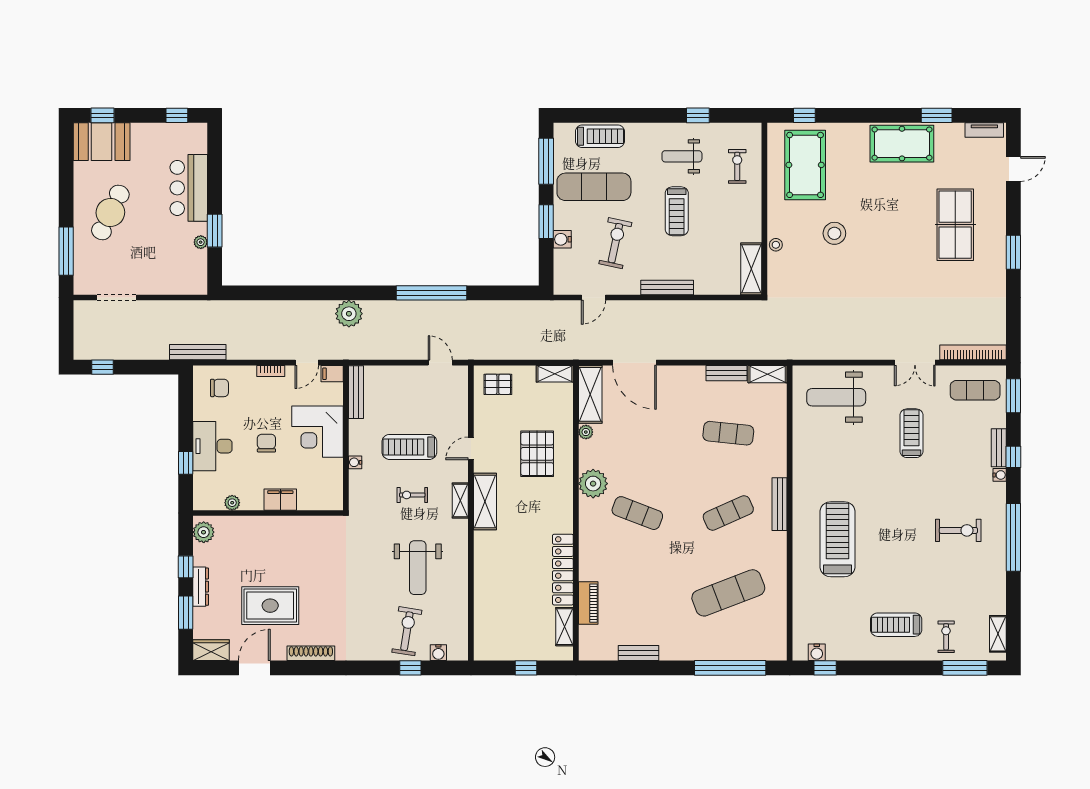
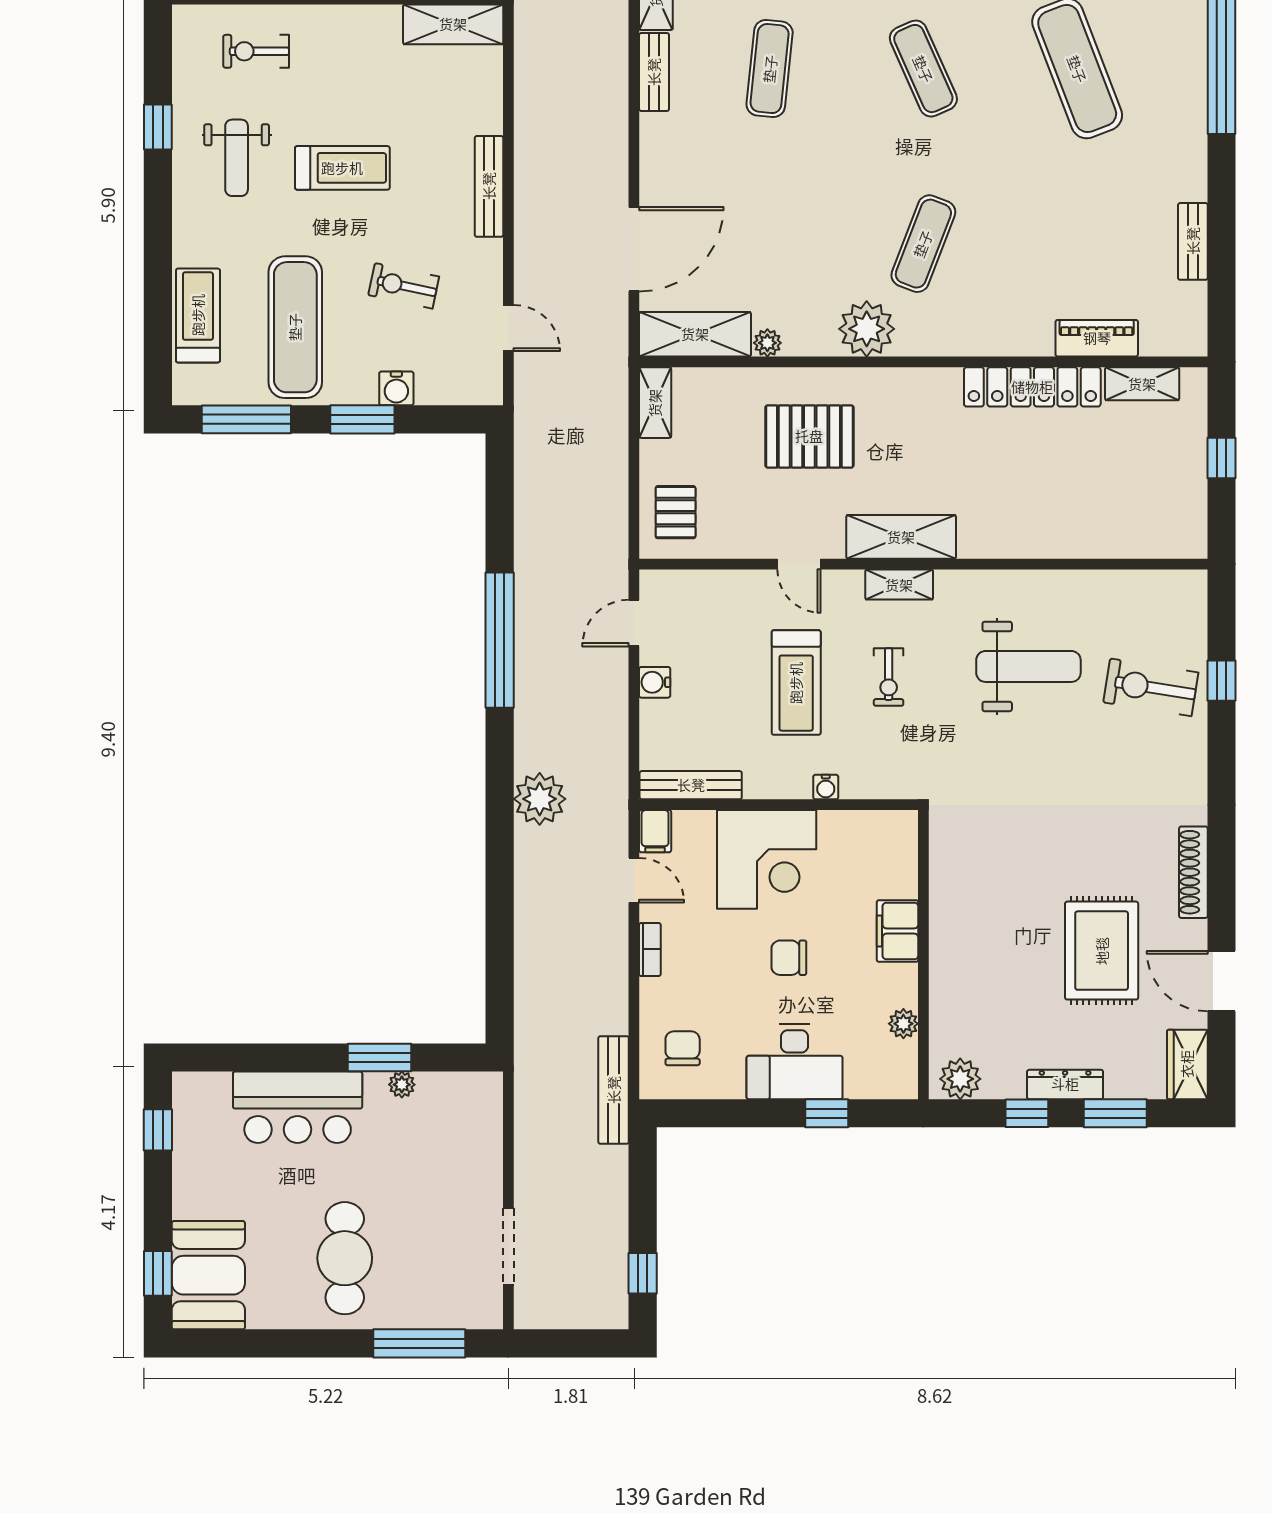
cafe table: (110, 212) -> (345, 1258), turned 64
exercise bike: (615, 243) -> (404, 286), width x0.73, depth x0.72
water cooler: (438, 653) -> (655, 682), moved, turned 180

